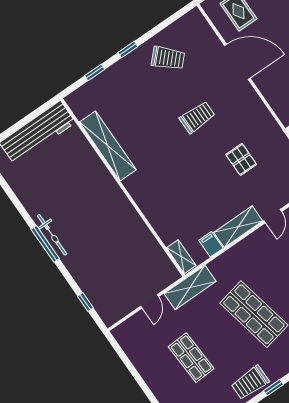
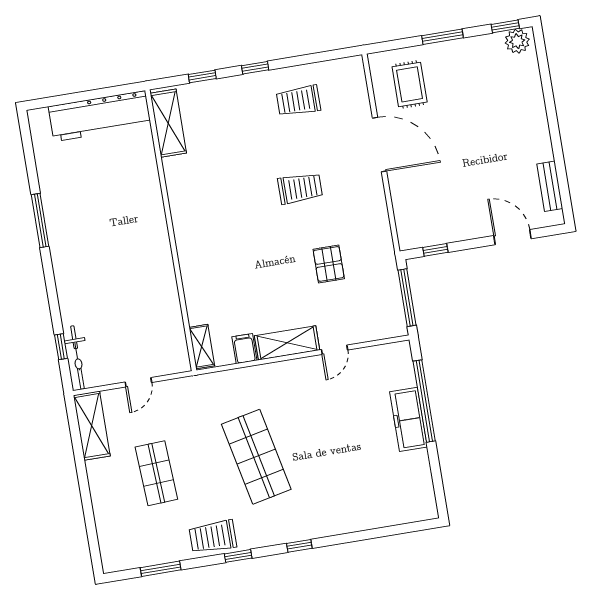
trolley: (168, 58) -> (298, 101), turned 136
shelving: (108, 146) -> (168, 123), moved, width x0.68
bicycle: (52, 235) -> (77, 358), moved
window: (45, 244) -> (40, 220), moved
shelving: (190, 287) -> (92, 426), moved, turned 90

